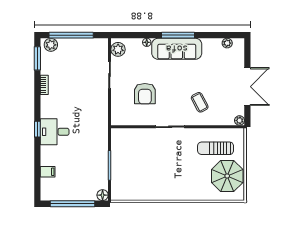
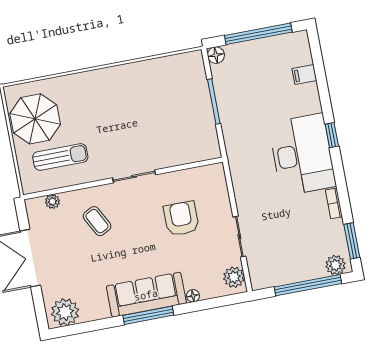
plant: (227, 43) -> (65, 312), width x1.87, depth x1.87
plant: (239, 120) -> (52, 201), moved
desk: (55, 132) -> (302, 155), width x1.87, depth x1.30

